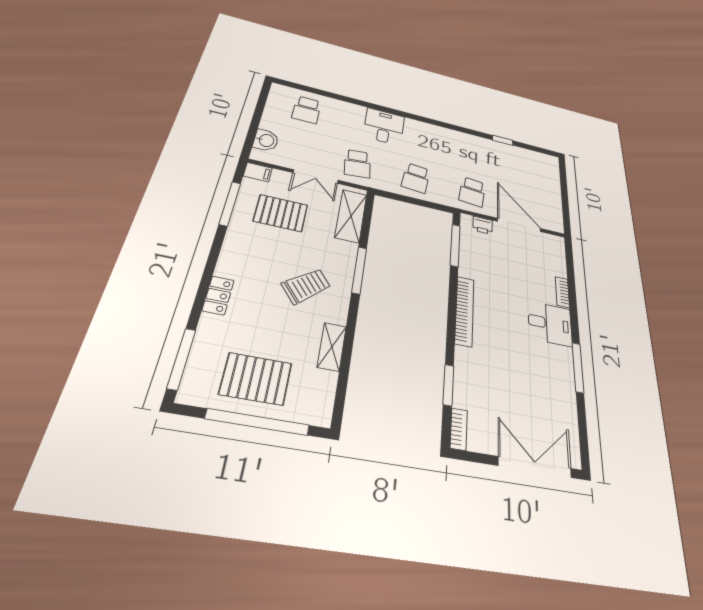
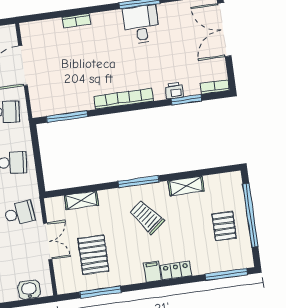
filing cabinet: (258, 172) -> (152, 272), moved
shelving: (351, 216) -> (81, 200), width x0.67, depth x0.75
printer: (483, 225) -> (174, 90), moved, turned -90
window: (359, 270) -> (139, 182), moved
desk: (550, 324) -> (141, 24), moved
pallet: (256, 379) -> (224, 226), width x0.67, depth x0.71

